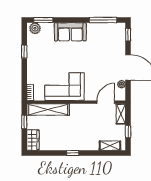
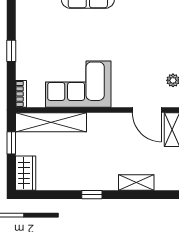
window: (24, 52) -> (11, 51), moved
door: (106, 102) -> (147, 110), swing flipped
shelving: (110, 146) -> (136, 182), moved

